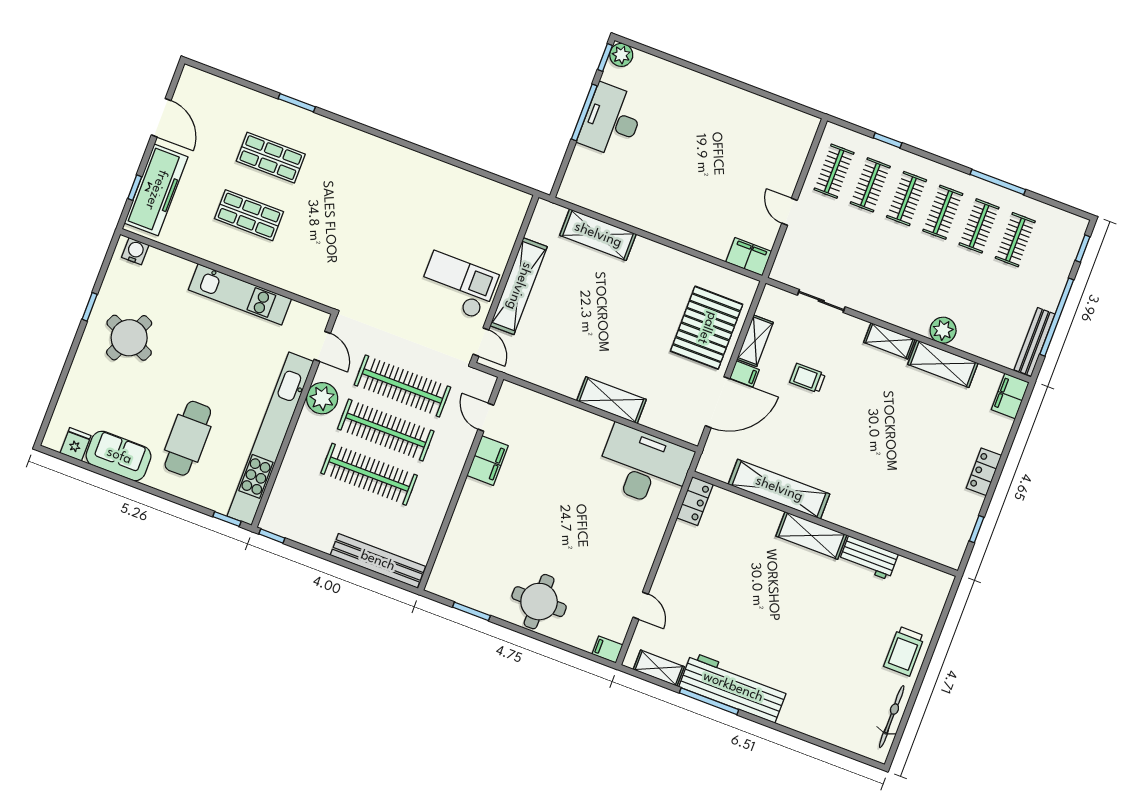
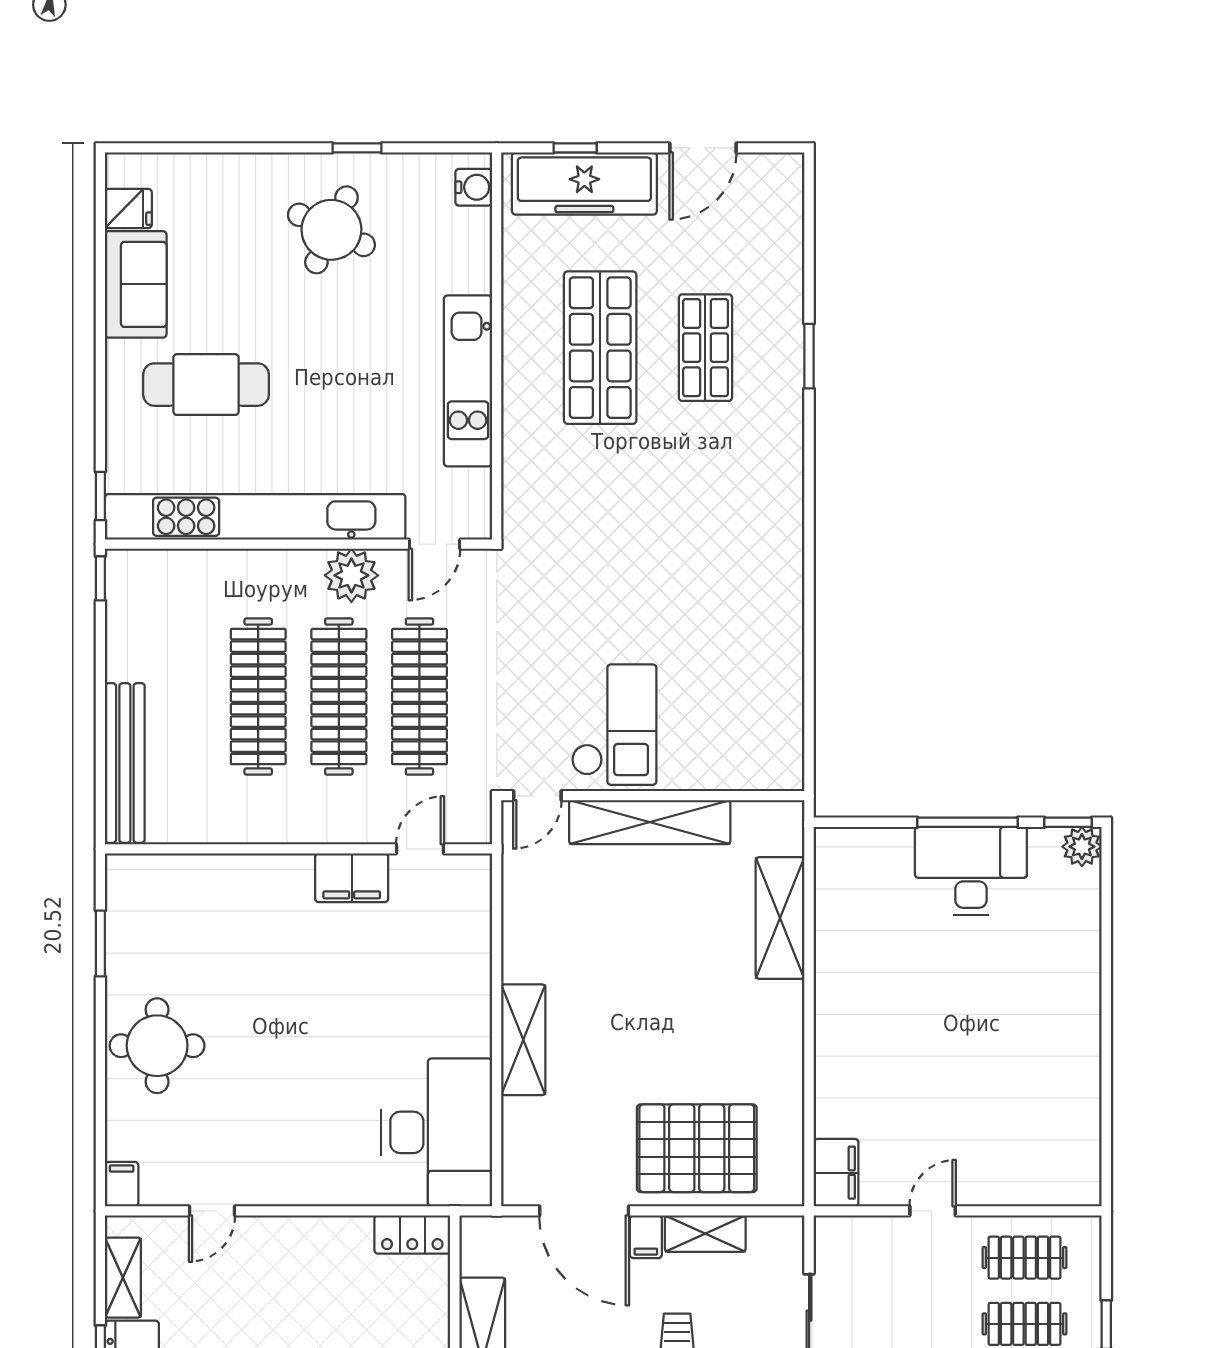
shop shelf: (249, 215) -> (600, 348), width x1.43, depth x1.36

